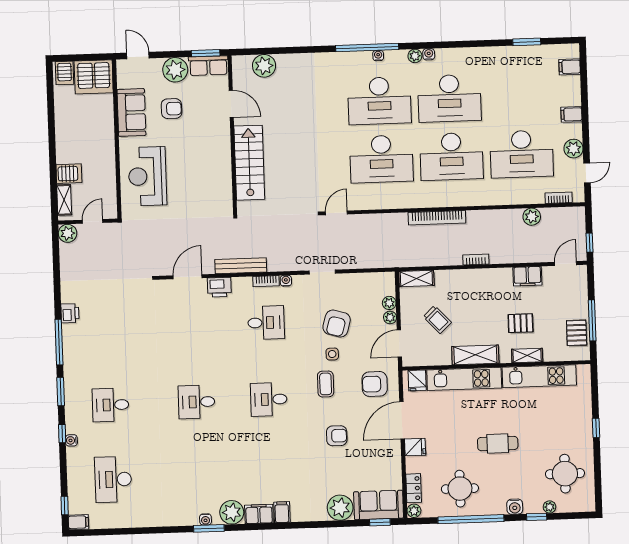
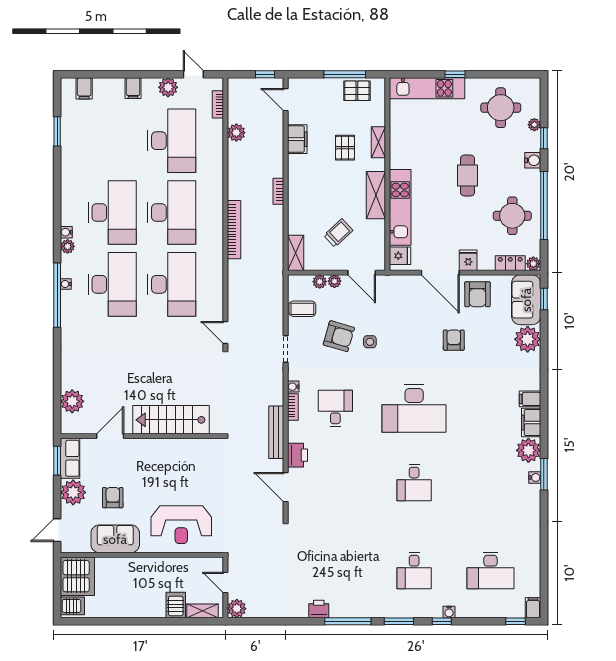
kitchen unit: (539, 376) -> (427, 88), moved, turned 90
coffee table: (326, 384) -> (302, 309), moved
armchair: (375, 384) -> (477, 294), moved
desk: (269, 399) -> (414, 408), width x1.87, depth x1.30

